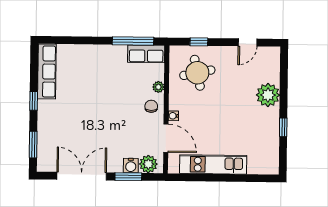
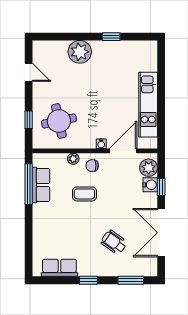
row of seats: (146, 54) -> (41, 185), moved
row of seats: (47, 71) -> (59, 268), width x0.68
coffee table: (122, 98) -> (84, 194), added
wheelchair: (72, 128) -> (114, 242), added
window: (128, 177) -> (161, 187), width x0.67

